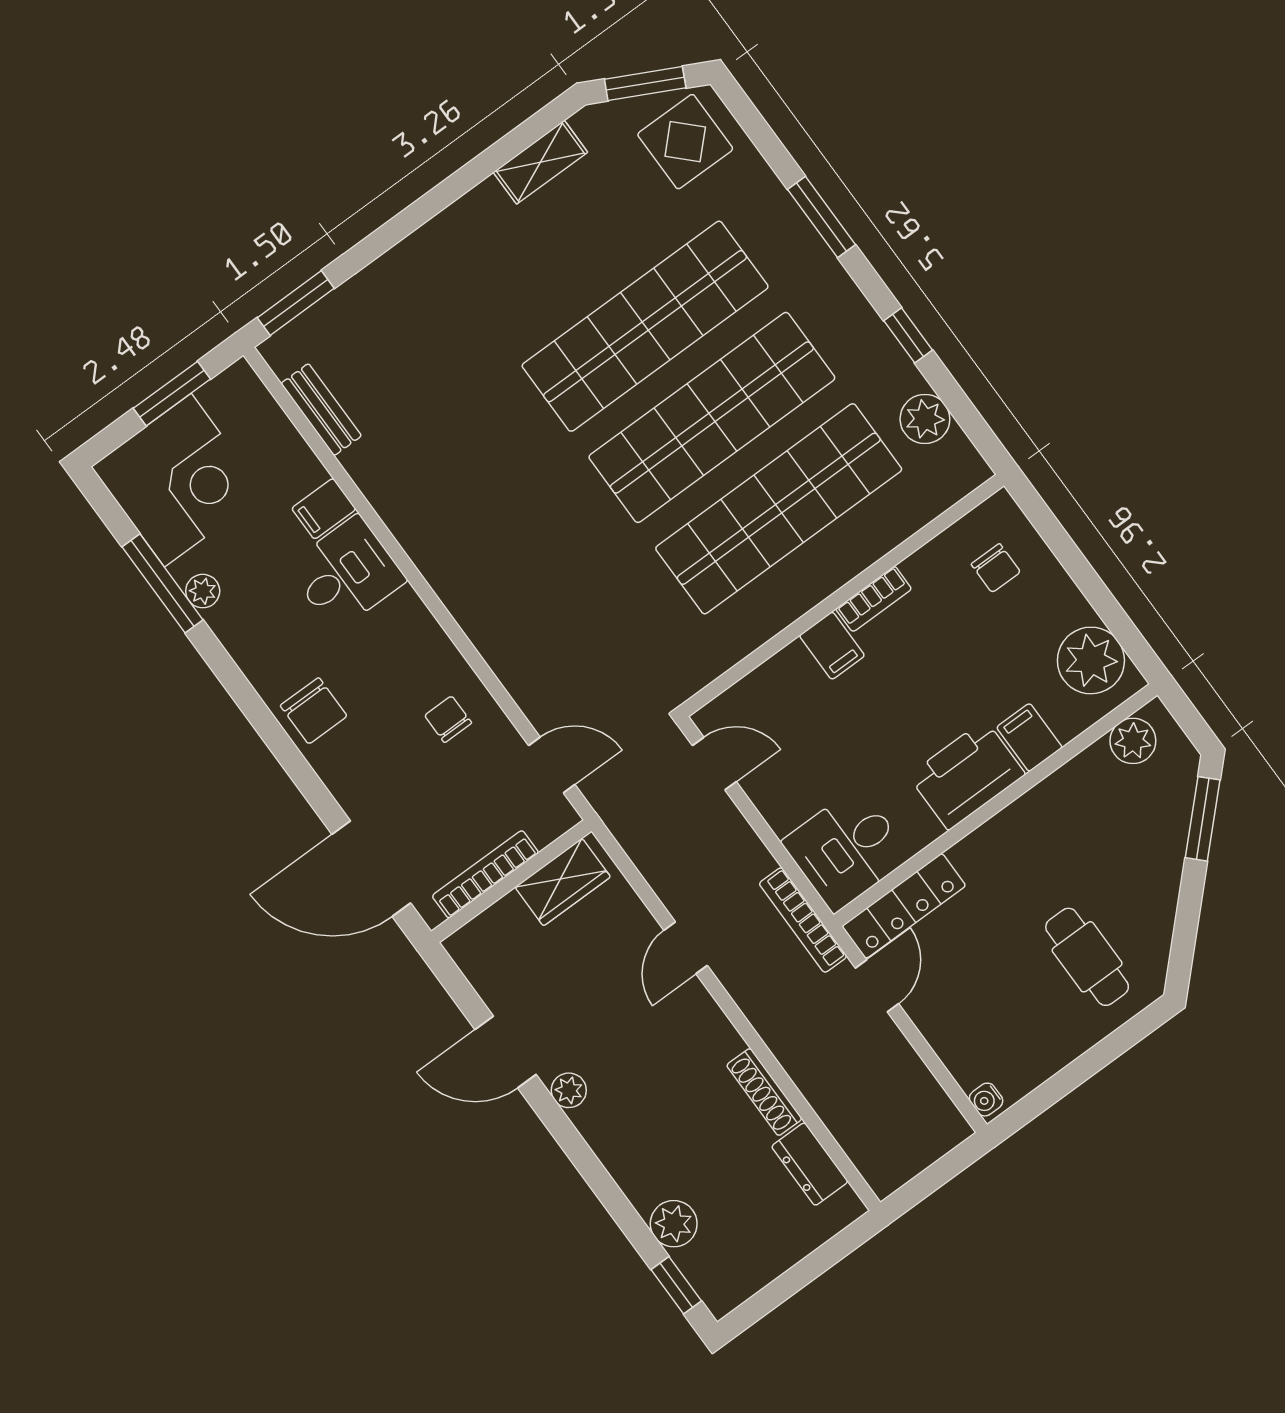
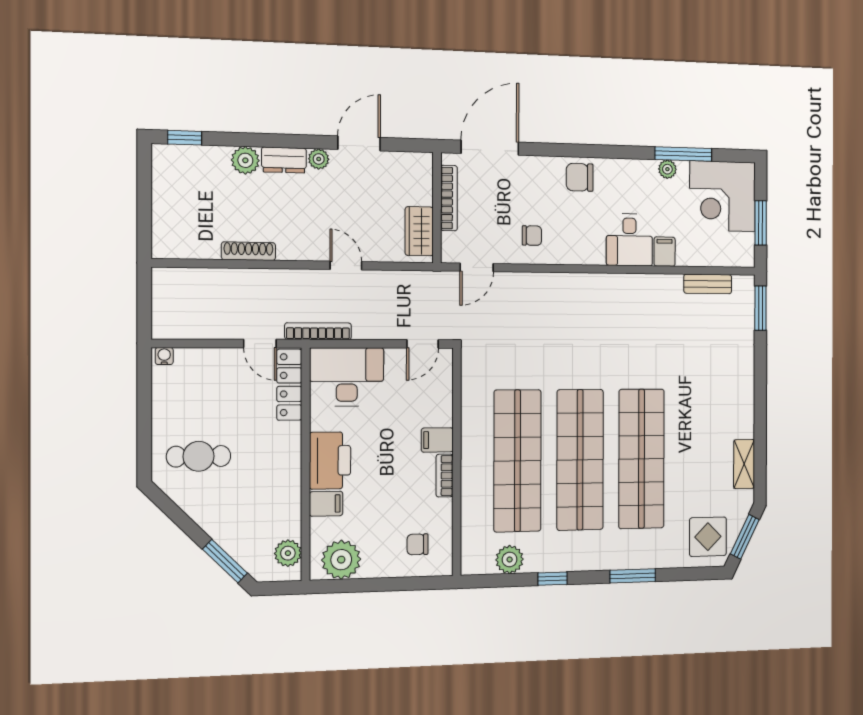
desk: (846, 849) -> (347, 377), width x1.37
dresser: (810, 1164) -> (284, 160), moved, turned 180
plant: (674, 1224) -> (245, 160), moved

